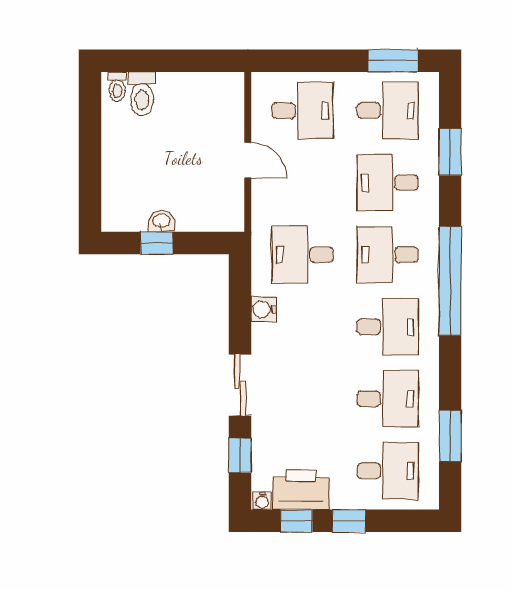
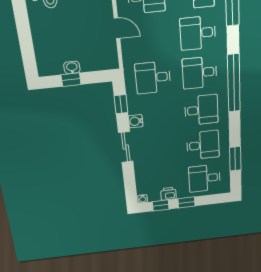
water cooler: (264, 309) -> (136, 121), moved
window: (240, 456) -> (121, 104), moved
desk: (388, 471) -> (204, 178), turned 180
printer: (301, 490) -> (168, 194), width x0.53, depth x0.68

